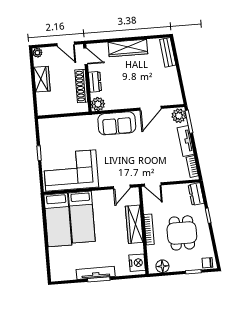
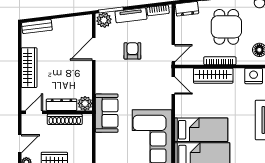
door: (66, 44) -> (20, 144), moved
dresser: (95, 82) -> (62, 105), width x1.44
door: (151, 108) -> (94, 49), swing flipped
sofa: (117, 123) -> (107, 113), moved
armchair: (152, 145) -> (132, 51), added
dining table: (182, 233) -> (226, 27), turned 90

